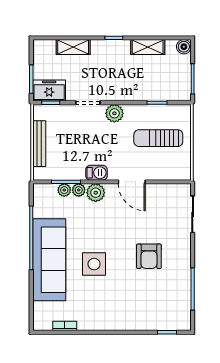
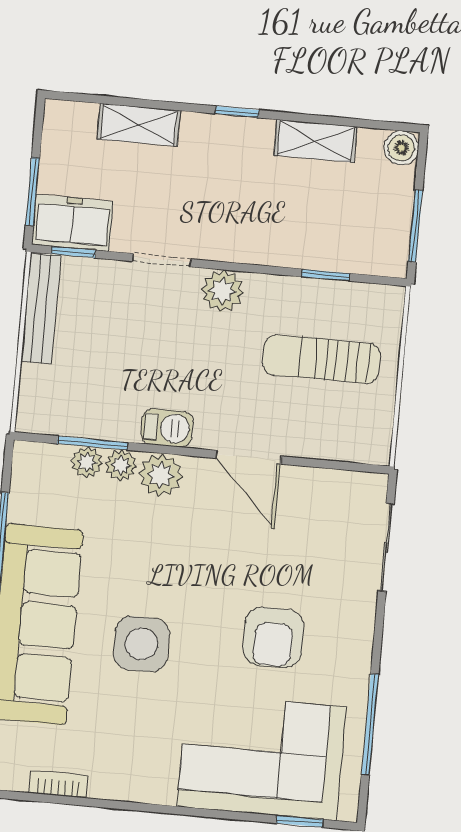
bench: (39, 144) -> (41, 308), moved
corner sofa: (149, 307) -> (262, 757), added

